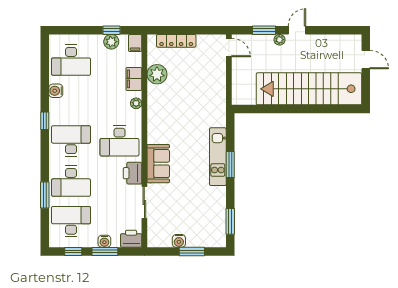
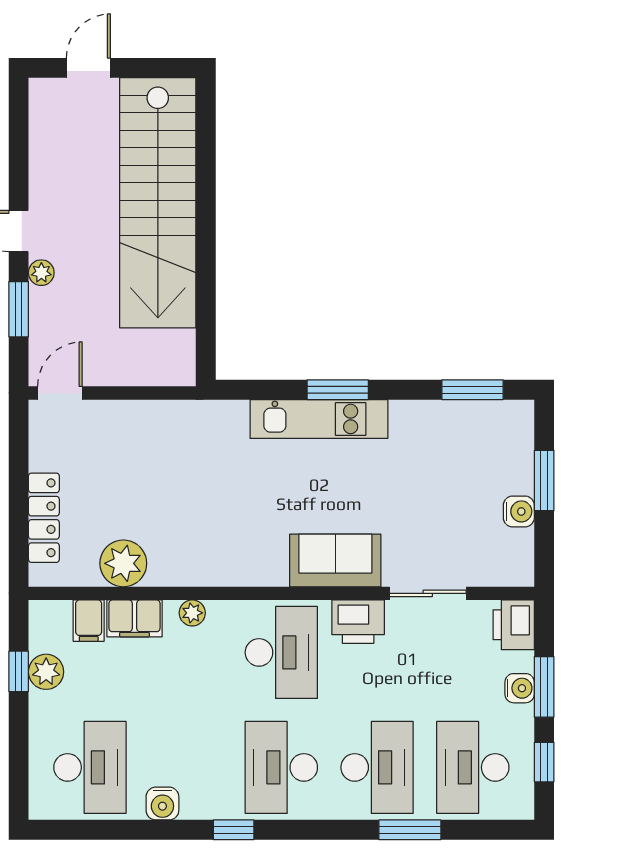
filing cabinet: (135, 43) -> (89, 621), moved, turned 90

